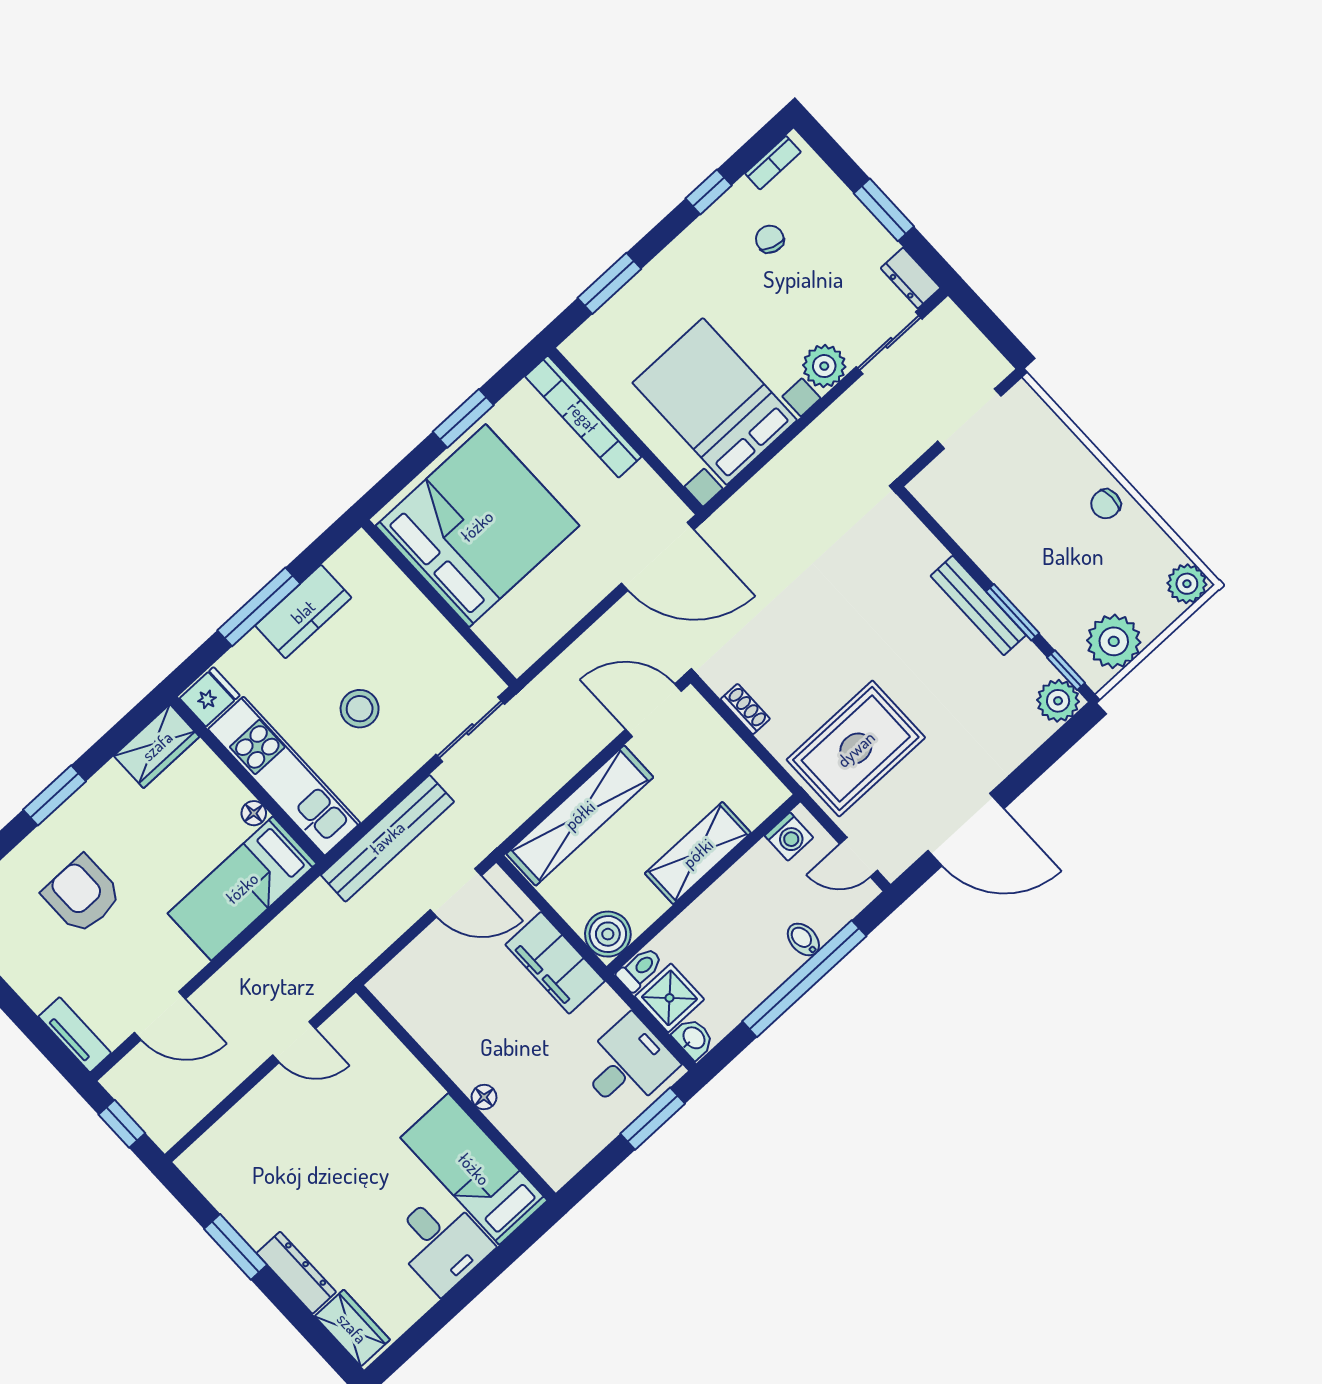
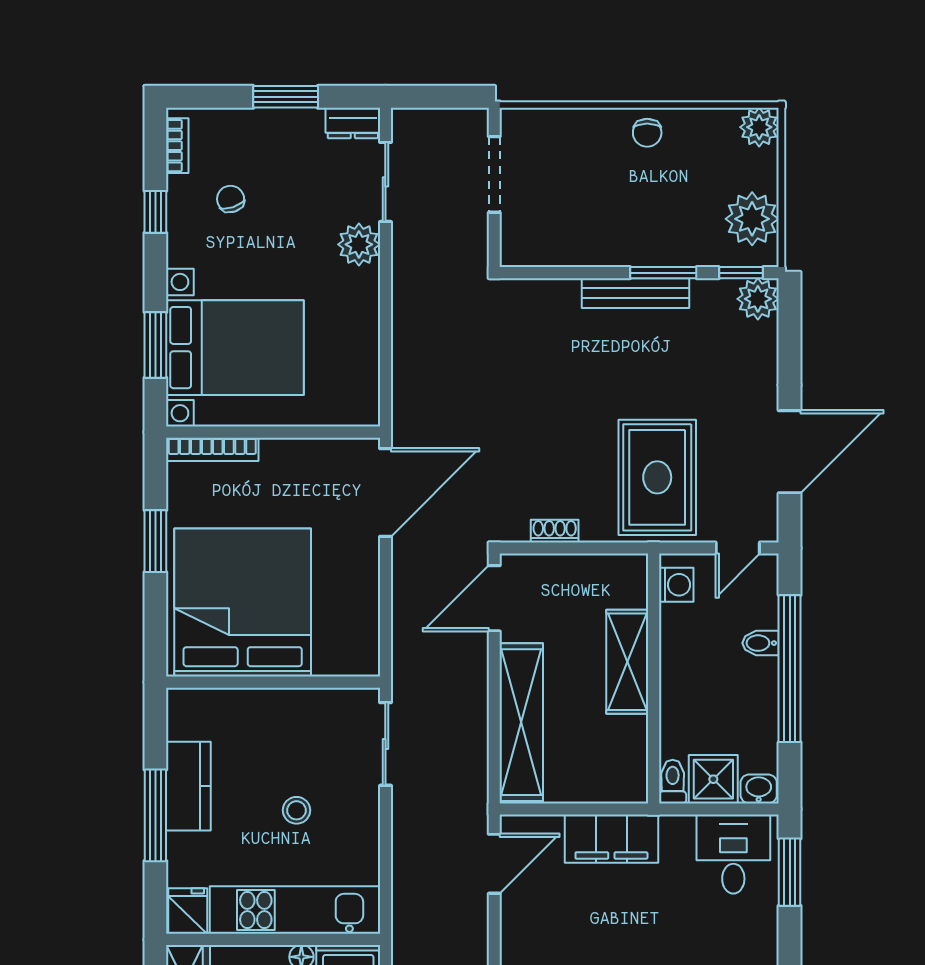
chair: (770, 239) -> (231, 199), turned 54
bed with nightstands: (715, 401) -> (235, 348), moved, turned 180
bookcase: (583, 417) -> (212, 449), width x0.68, depth x0.76
stool: (360, 709) -> (297, 810), width x0.73, depth x0.73
bench: (387, 838) -> (409, 877), removed
boiler: (608, 934) -> (626, 781), removed

